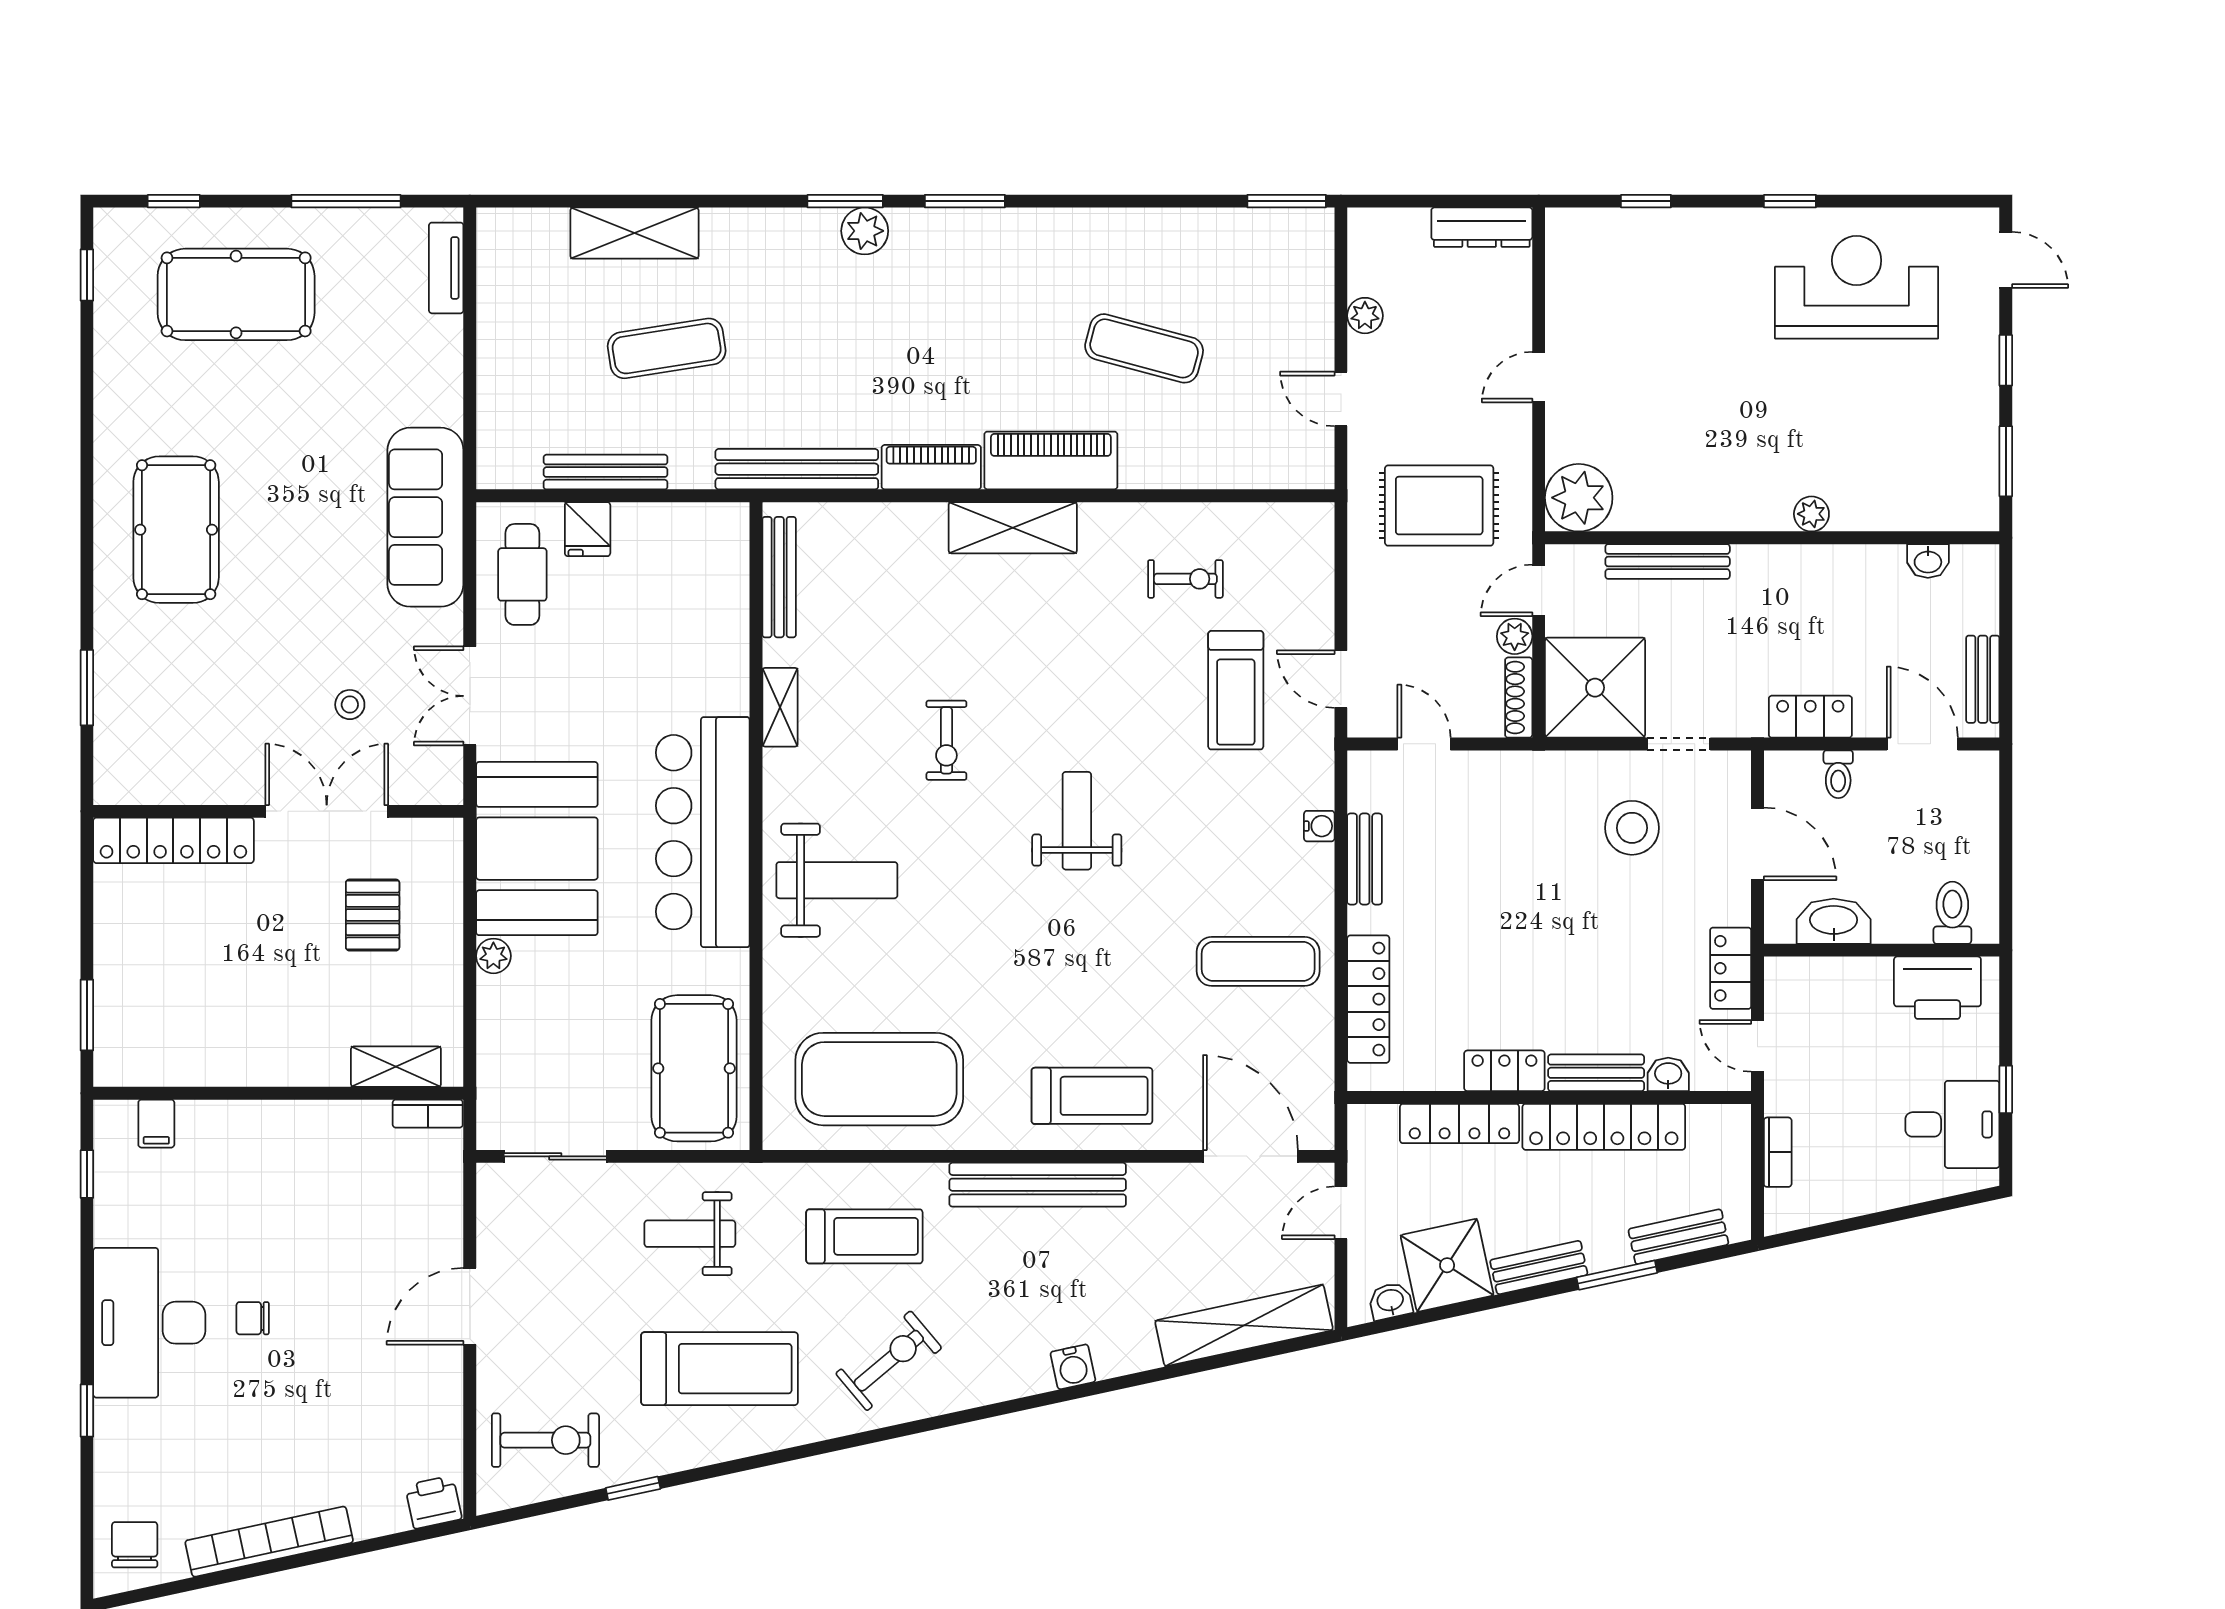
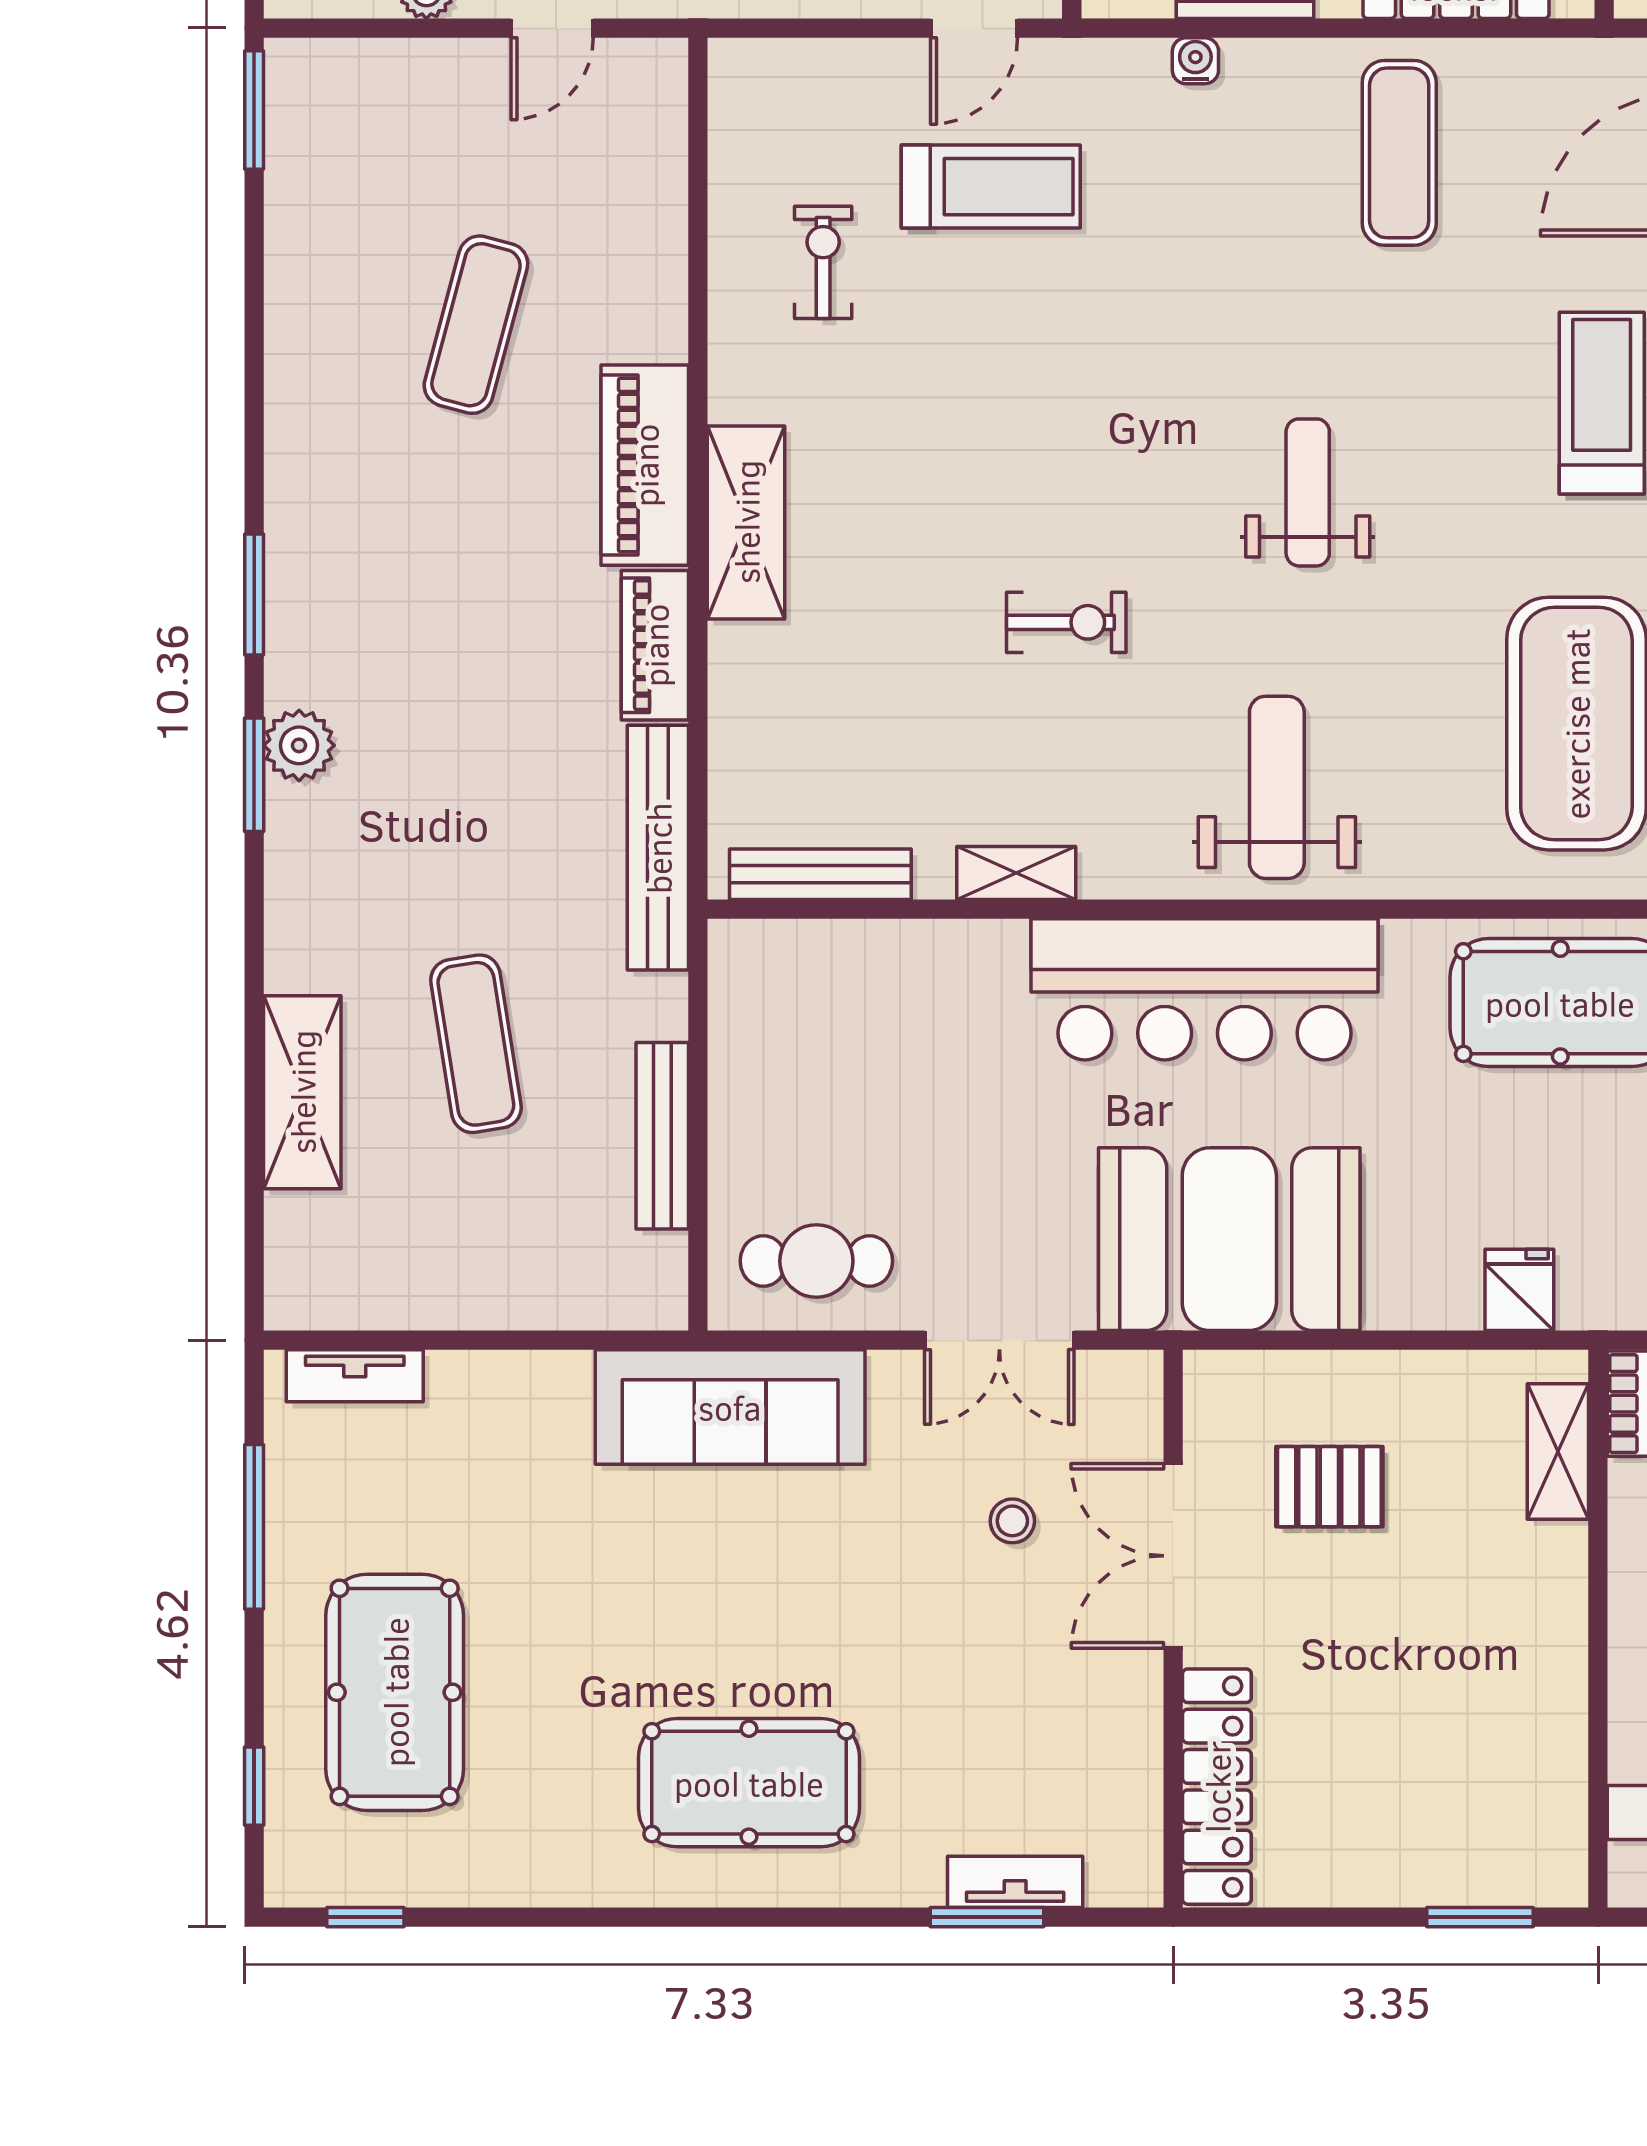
fridge: (588, 529) -> (1519, 1290), moved, turned -90
tv unit: (110, 706) -> (1015, 1882), added
weight bench: (1077, 821) -> (1308, 492), moved, turned 90
plant: (493, 956) -> (1391, 1305), removed

